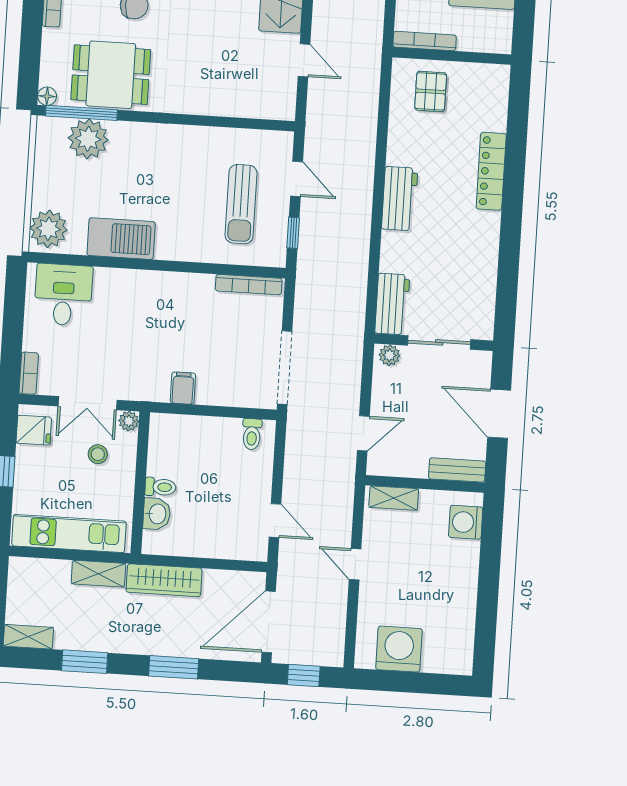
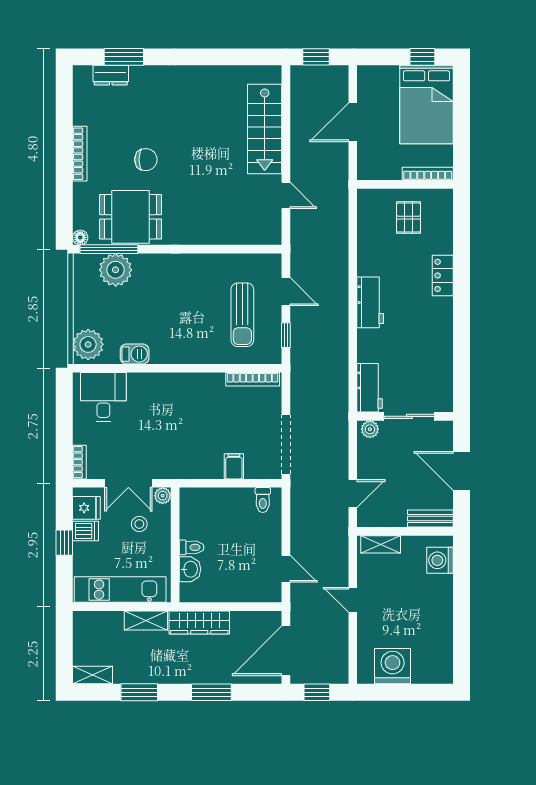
bookcase: (425, 41) -> (428, 174), moved
pallet: (431, 91) -> (409, 218), moved
locker: (491, 171) -> (443, 275), width x0.66
barbecue: (121, 239) -> (135, 354), width x0.53, depth x0.65
filing cabinet: (183, 388) -> (234, 466), moved
dishwasher: (31, 459) -> (85, 531), added

